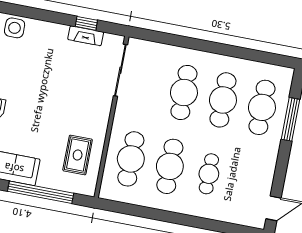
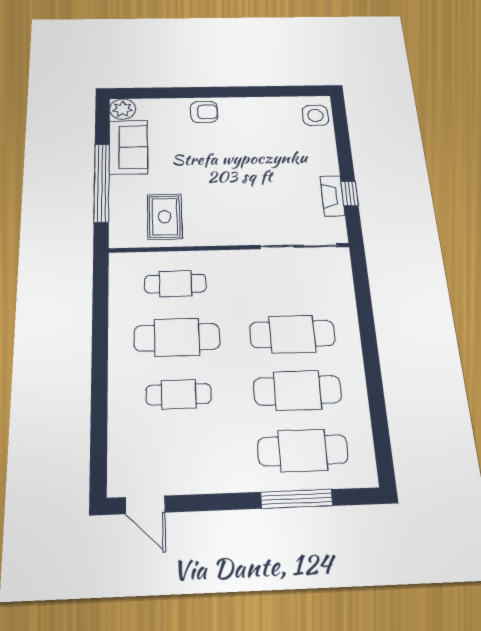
rug: (78, 155) -> (165, 217), turned 90
cafe table: (131, 159) -> (175, 284), width x0.73, depth x0.74

